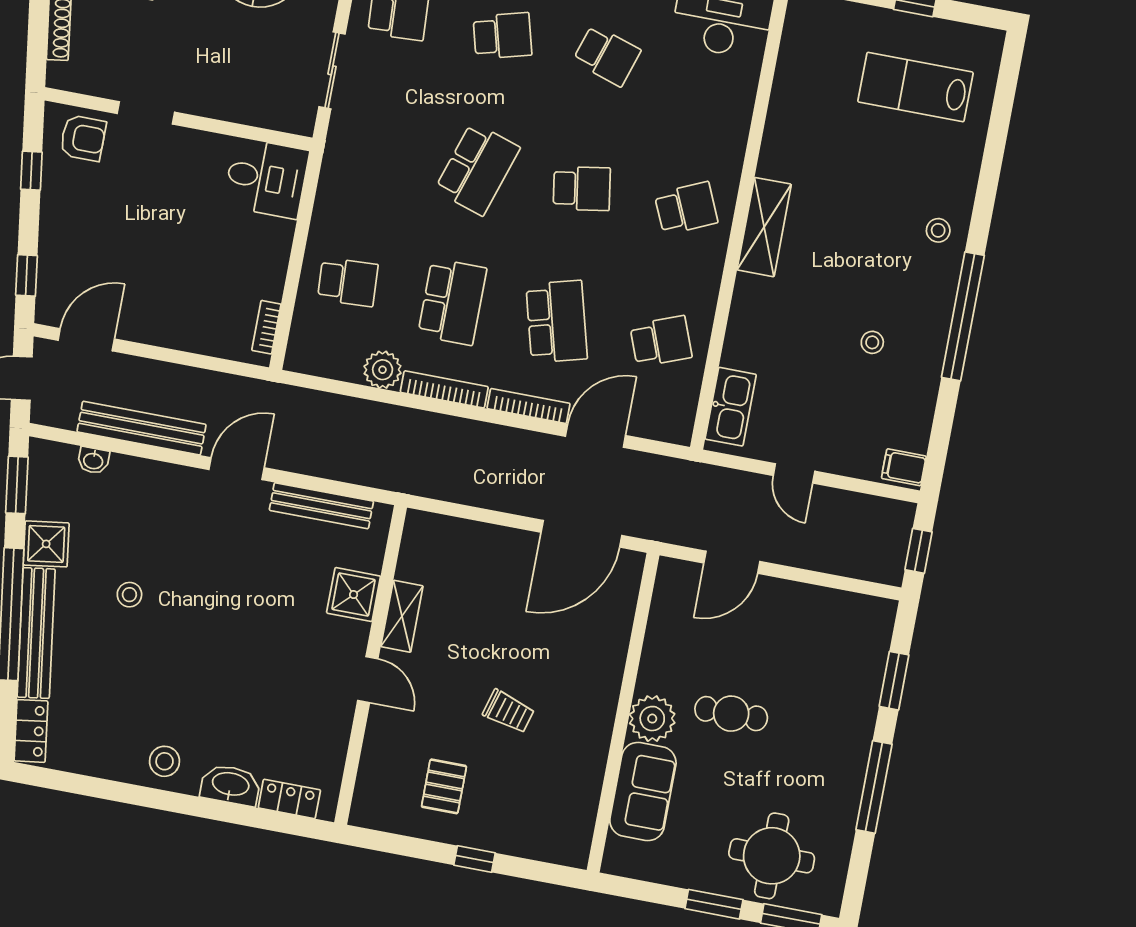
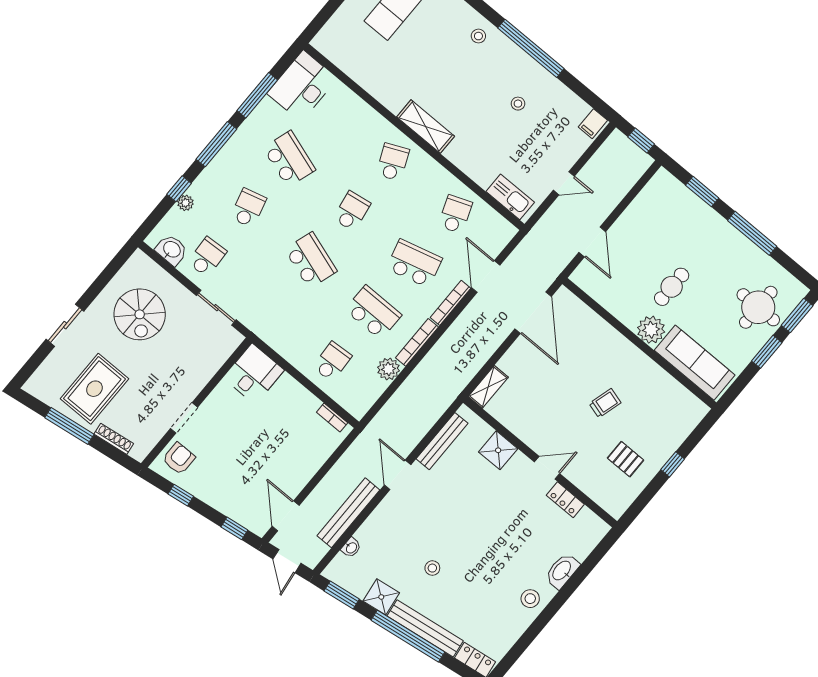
school desk: (607, 56) -> (289, 159), width x1.85
shelving: (402, 616) -> (488, 387), moved, turned 90
sofa: (643, 791) -> (695, 363), width x1.36
locker: (289, 799) -> (565, 500), moved, turned -90

